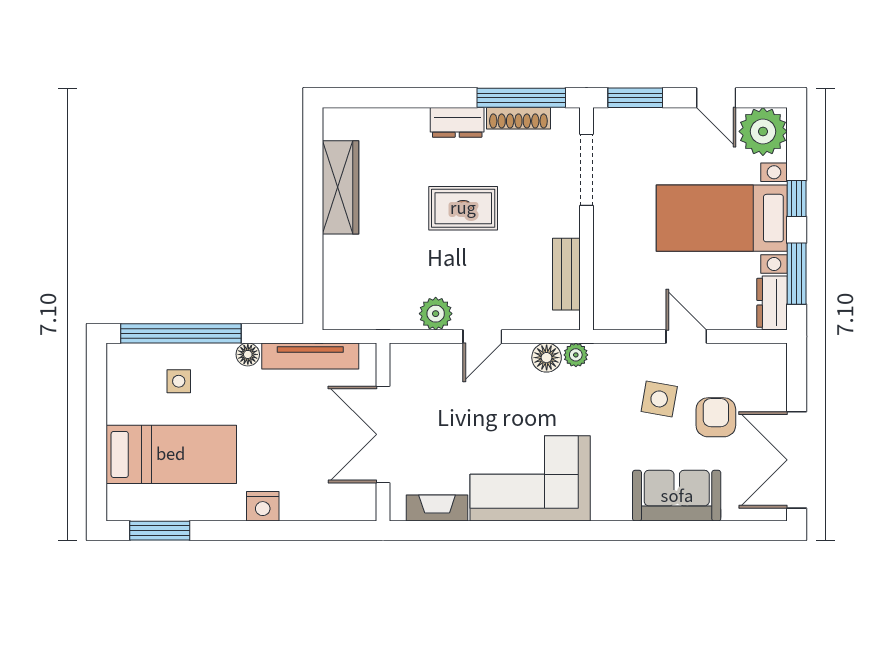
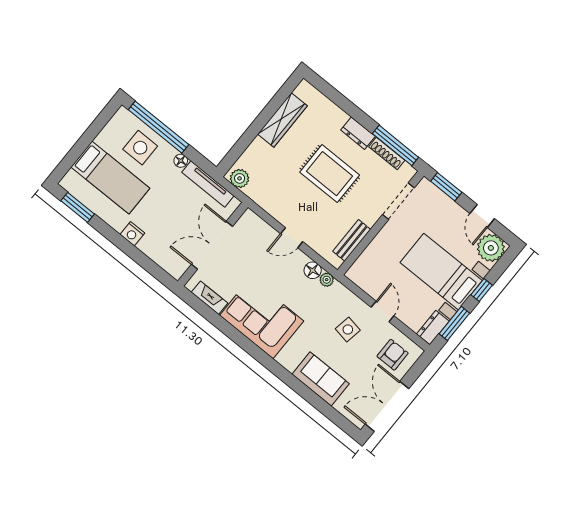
rug: (463, 208) -> (330, 174), width x1.36, depth x1.43
plant: (436, 314) -> (240, 178), moved
side table: (179, 381) -> (140, 148), width x1.87, depth x1.87
armchair: (716, 417) -> (393, 355), moved

